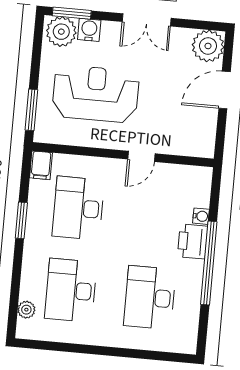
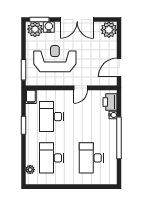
double door: (147, 20) -> (77, 19), width x1.37
door: (225, 90) -> (119, 68), moved
printer: (193, 241) -> (110, 102), moved

